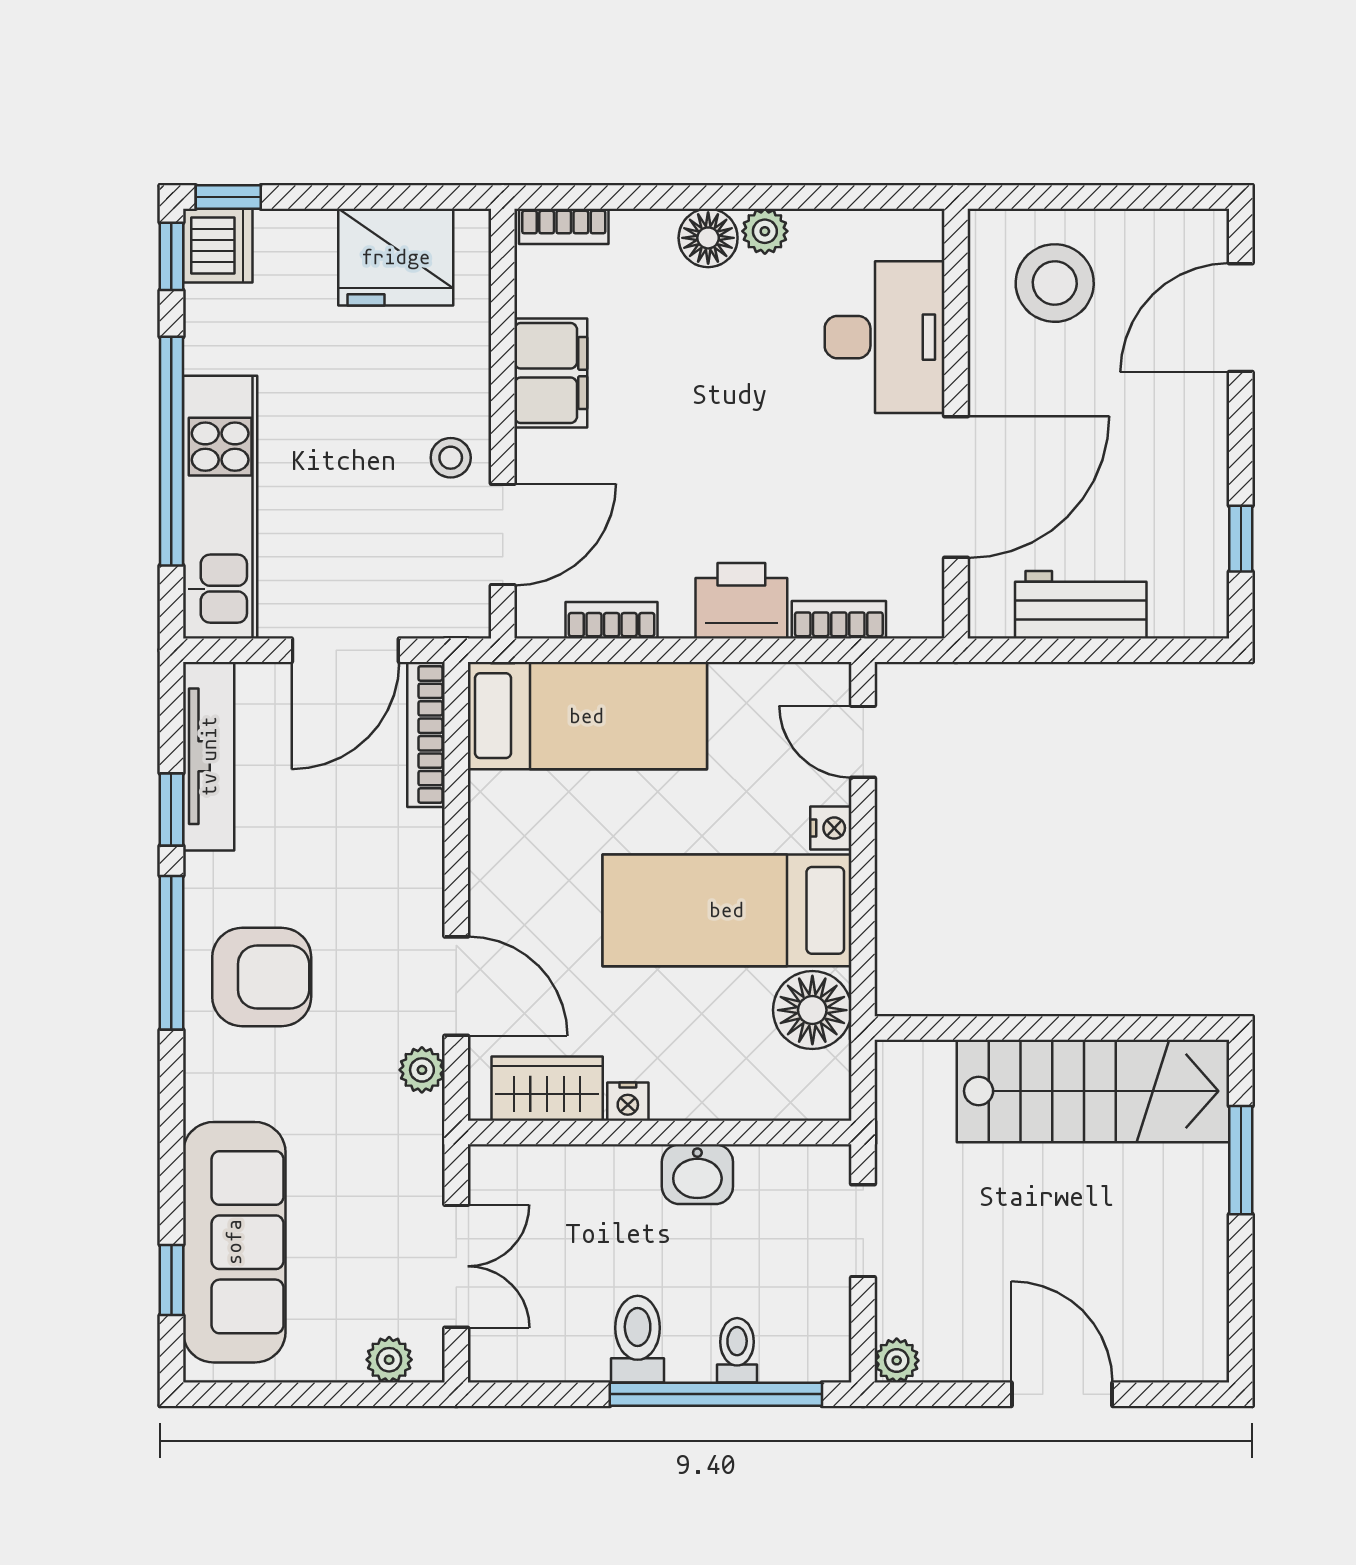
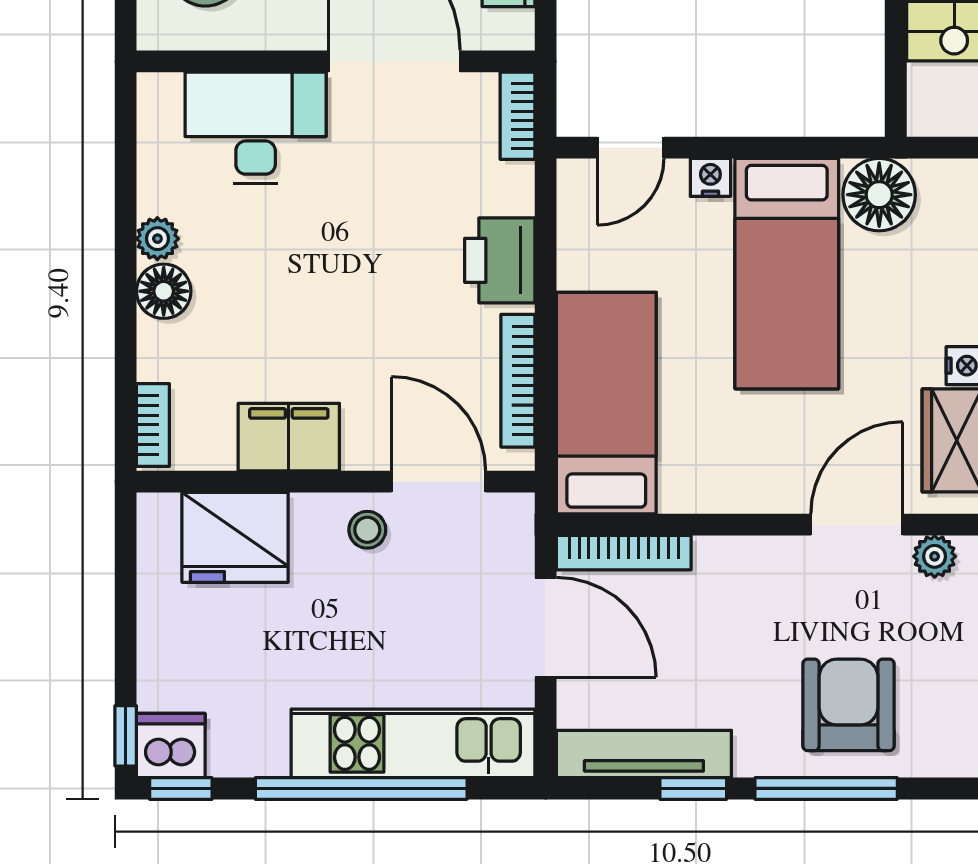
fridge: (396, 257) -> (235, 537), moved, turned 90
bookcase: (612, 620) -> (518, 381), width x1.56
bookcase: (839, 620) -> (518, 116), moved

